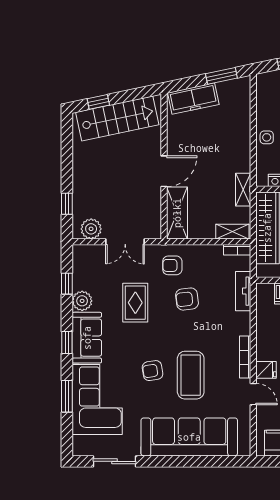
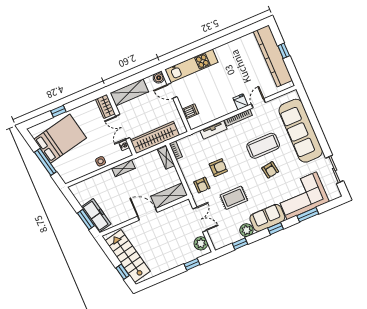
window: (221, 76) -> (86, 219), moved
shelving: (243, 190) -> (123, 168), moved
tv unit: (243, 291) -> (213, 130), moved
armchair: (187, 299) -> (218, 168), turned -83

